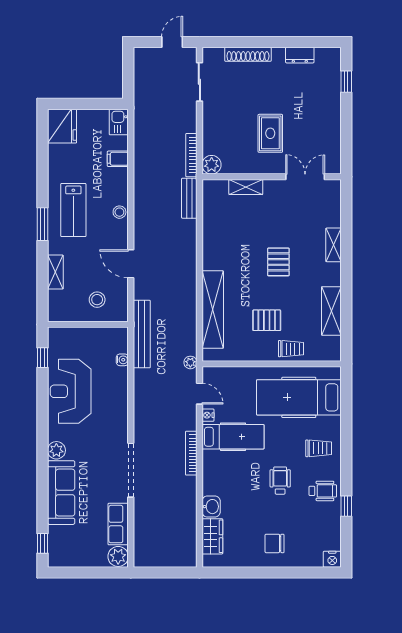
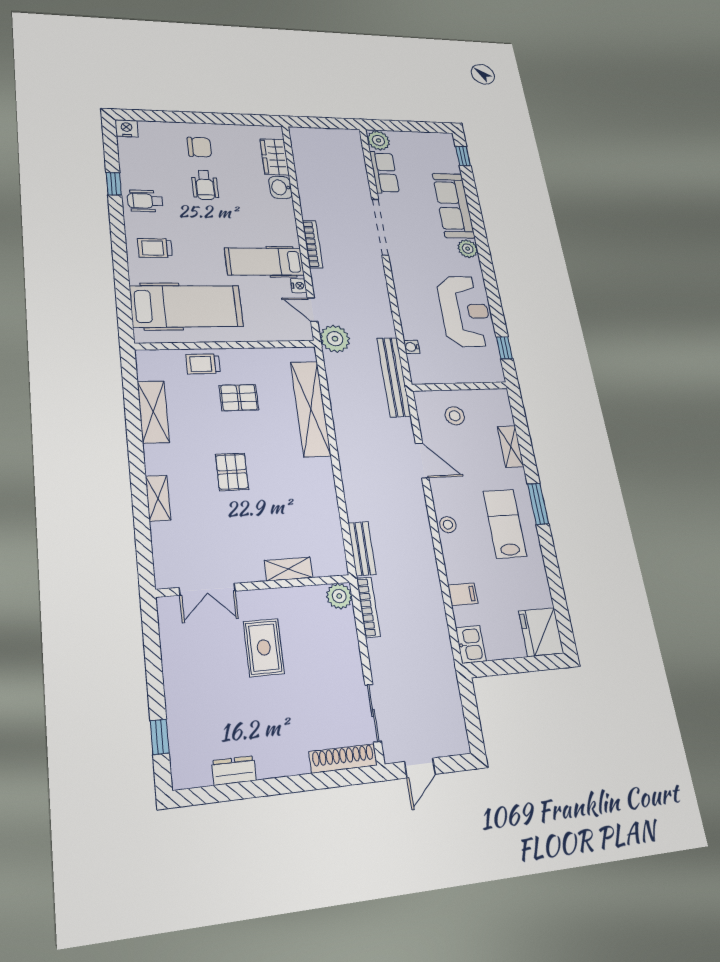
shoe rack: (248, 54) -> (343, 758), moved
plant: (190, 362) -> (335, 339), width x1.88, depth x1.88
wheelchair: (280, 481) -> (205, 185), moved

